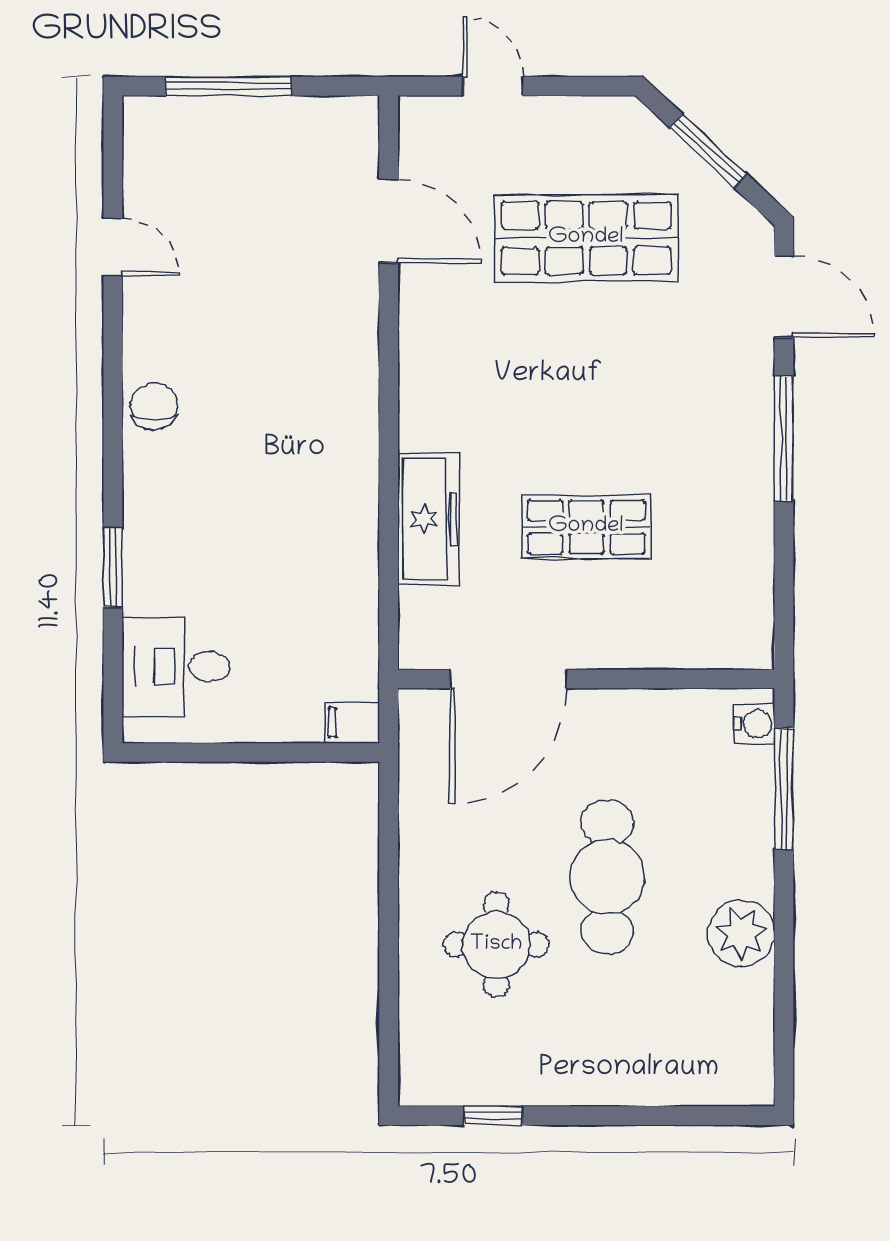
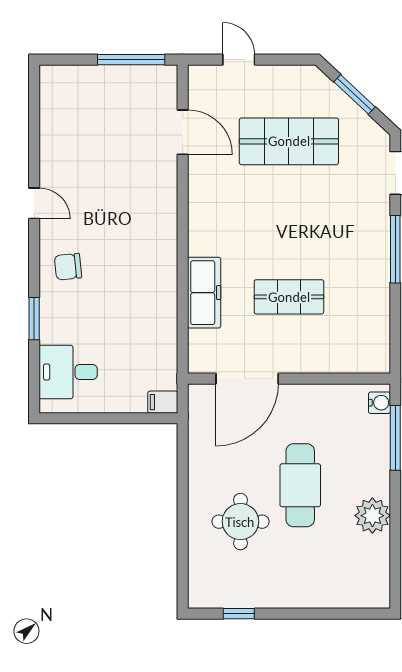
window: (228, 86) -> (131, 60), moved
door: (113, 247) -> (34, 203), moved
chair: (154, 406) -> (68, 267), moved, turned -96

